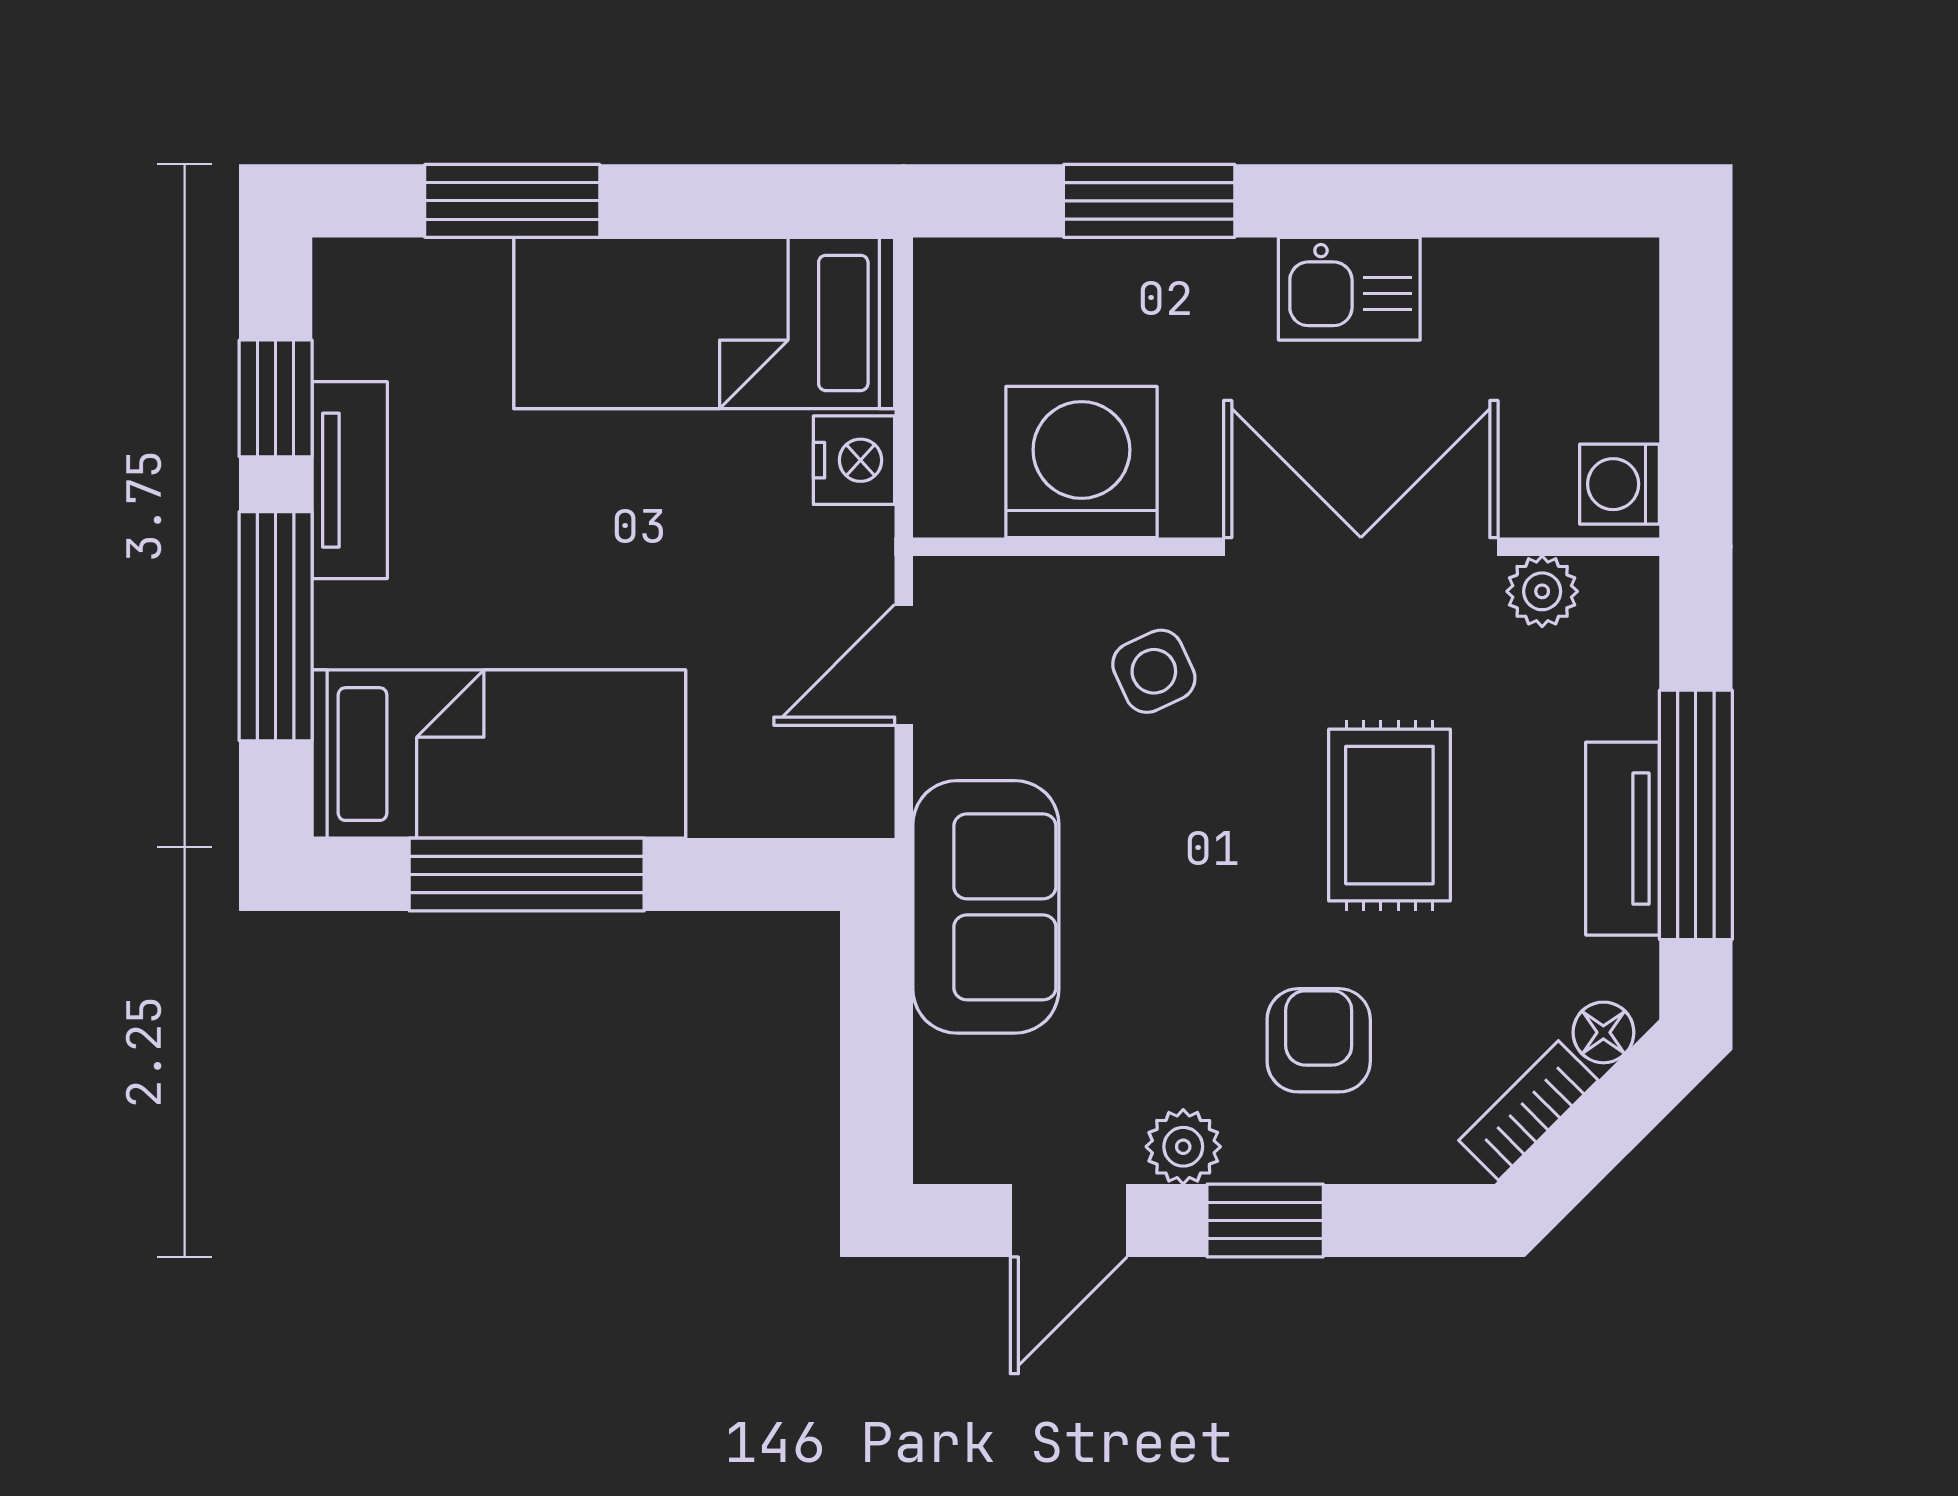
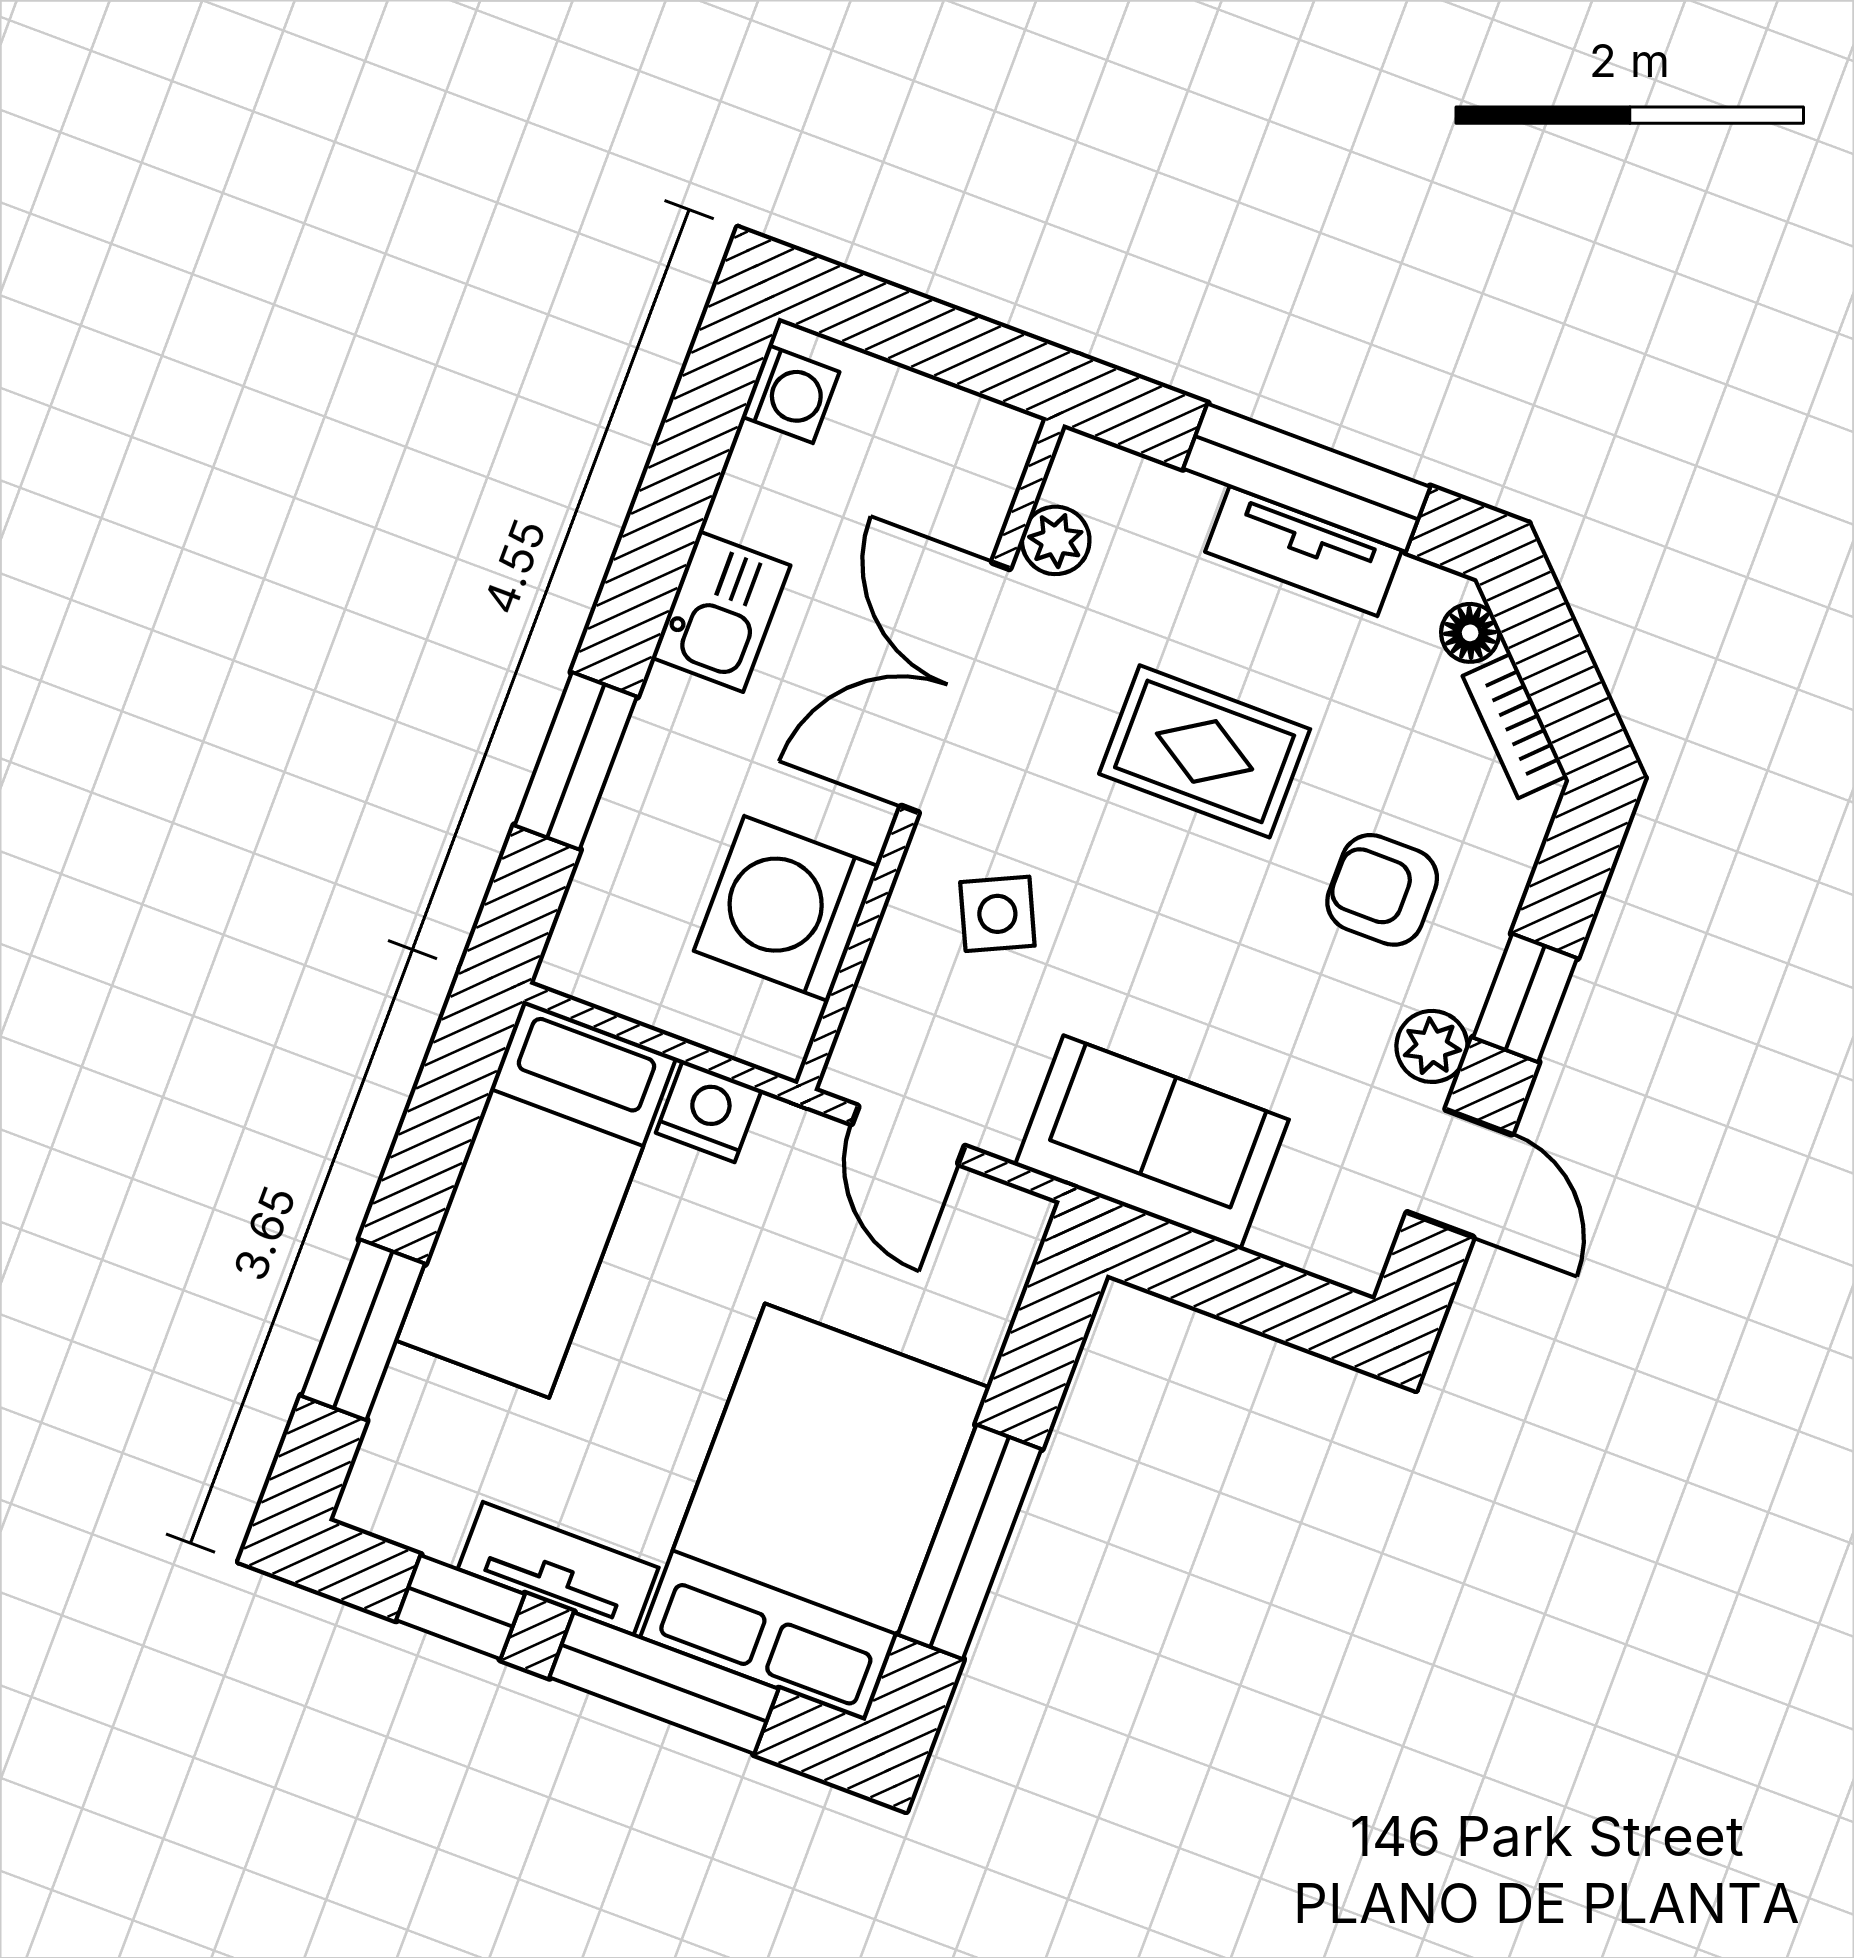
washing machine: (1619, 484) -> (791, 394), moved, turned -90
bed: (499, 754) -> (815, 1512), width x1.50

